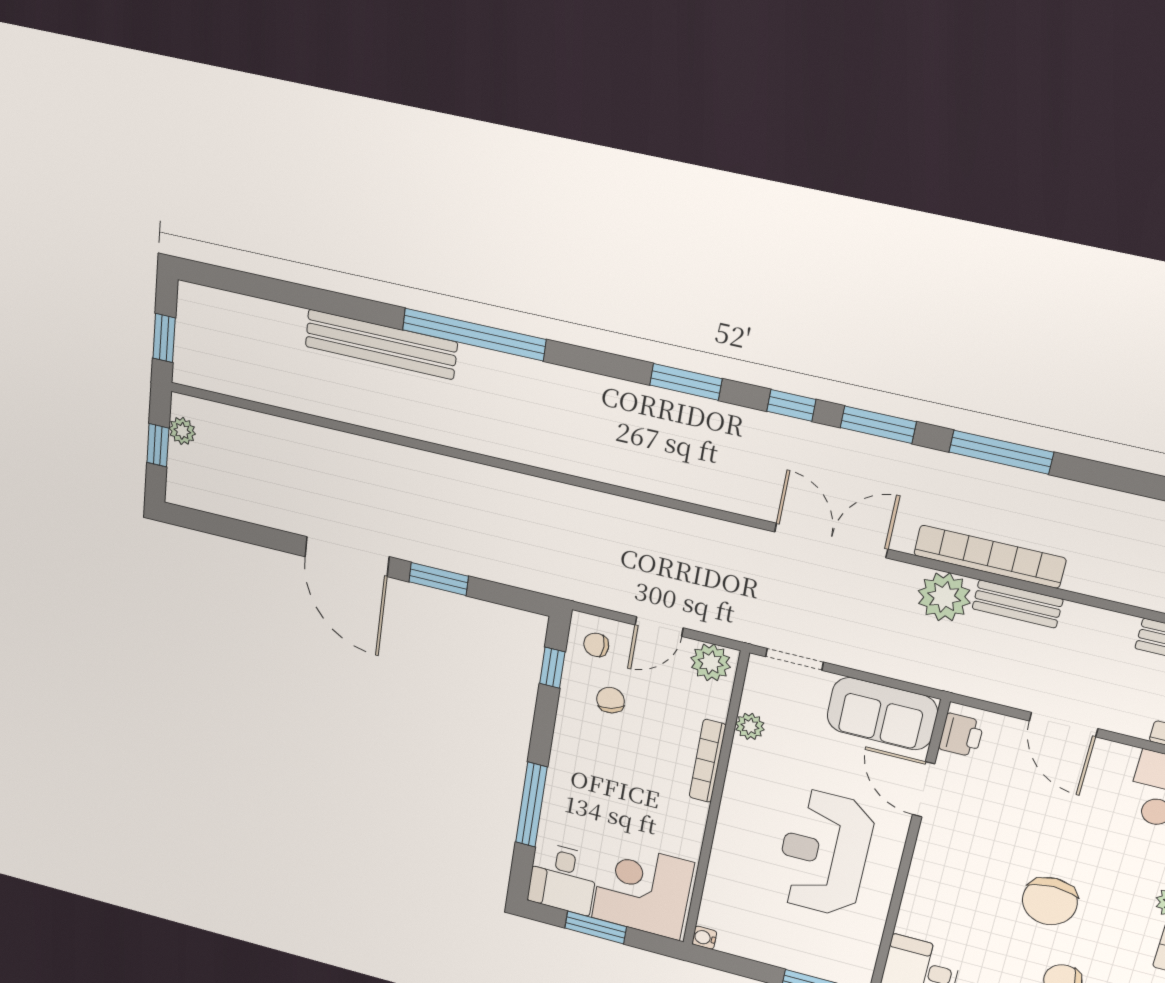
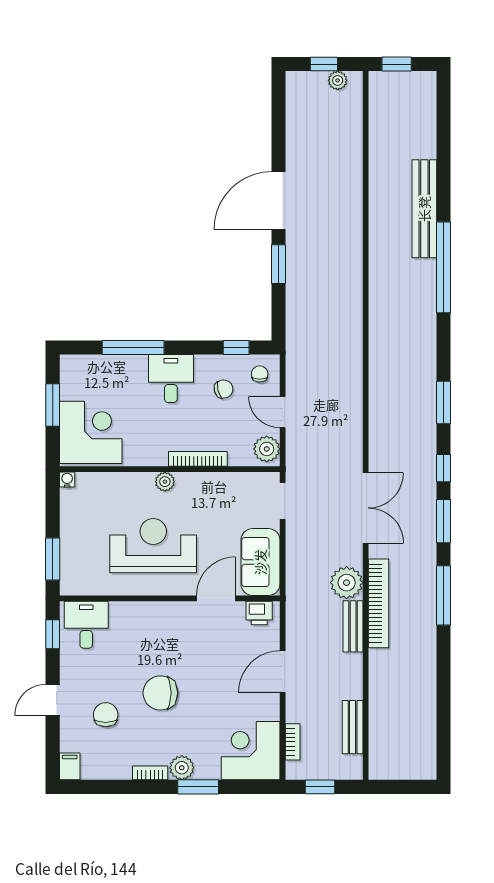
plant: (750, 726) -> (165, 482), moved
desk: (563, 879) -> (171, 379), moved, turned 90

